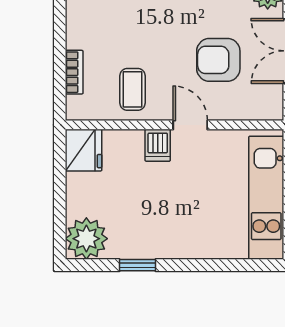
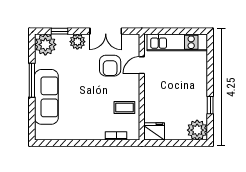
door: (190, 125) -> (142, 65), moved
dishwasher: (158, 145) -> (152, 95), removed

